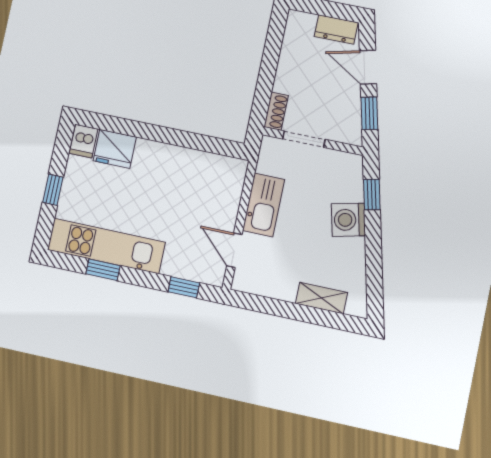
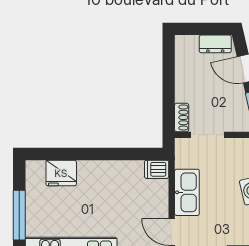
dishwasher: (84, 141) -> (157, 169), moved, turned 90
window: (53, 190) -> (19, 215), width x2.17

